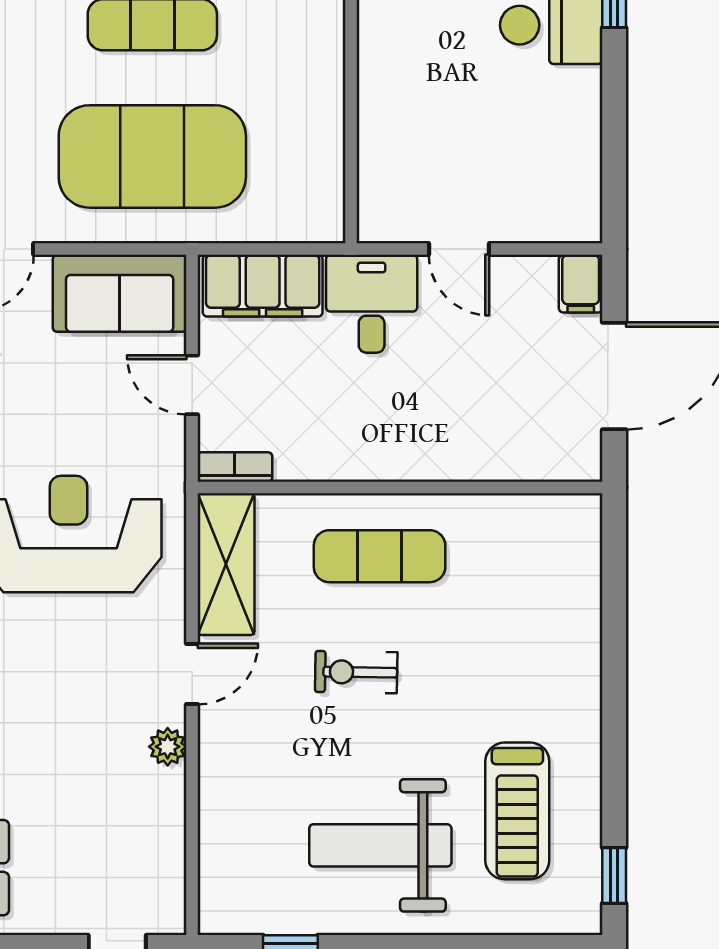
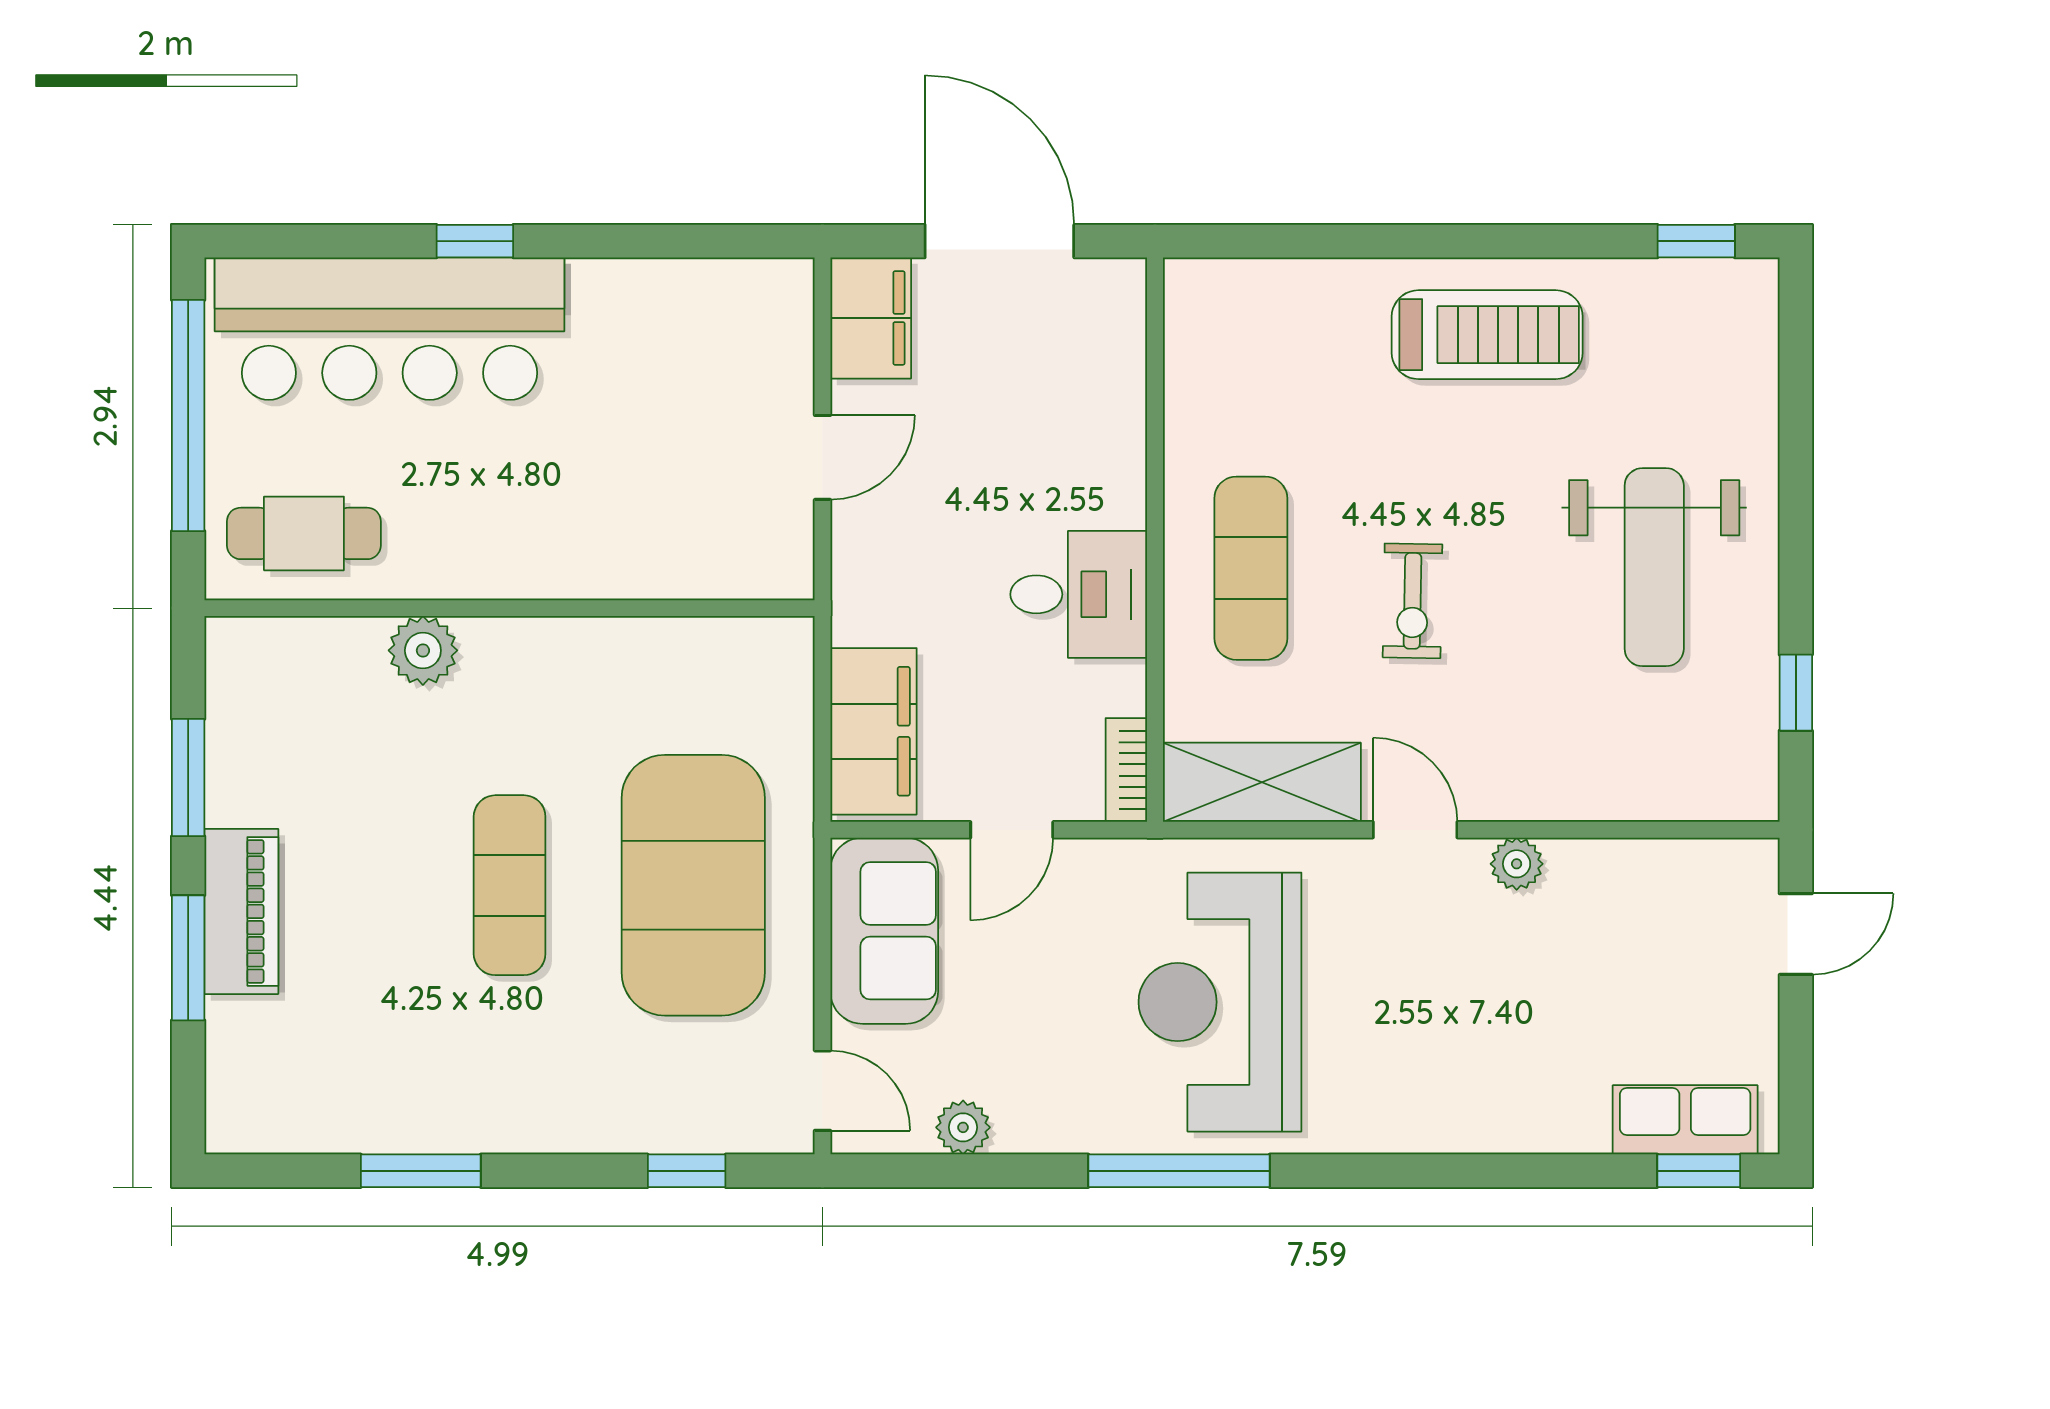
filing cabinet: (581, 284) -> (871, 318), width x2.00
desk: (372, 304) -> (1079, 594), moved, turned 180
treadmill: (517, 811) -> (1487, 335), moved

